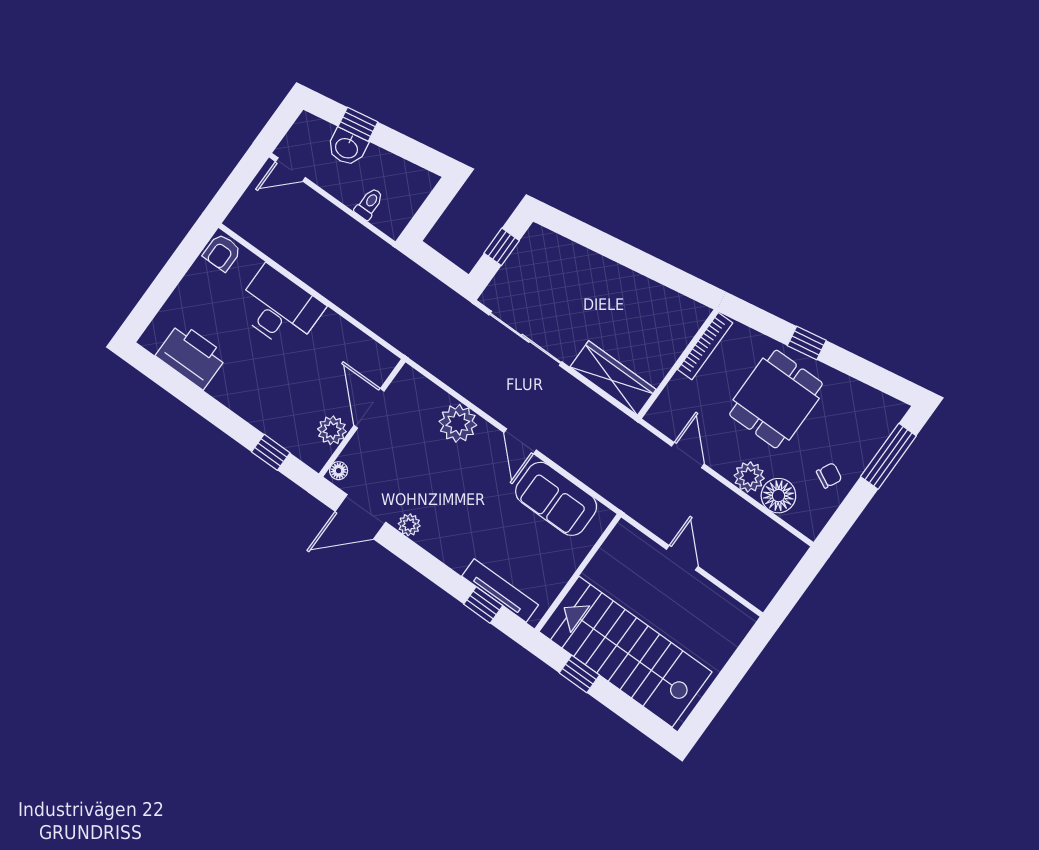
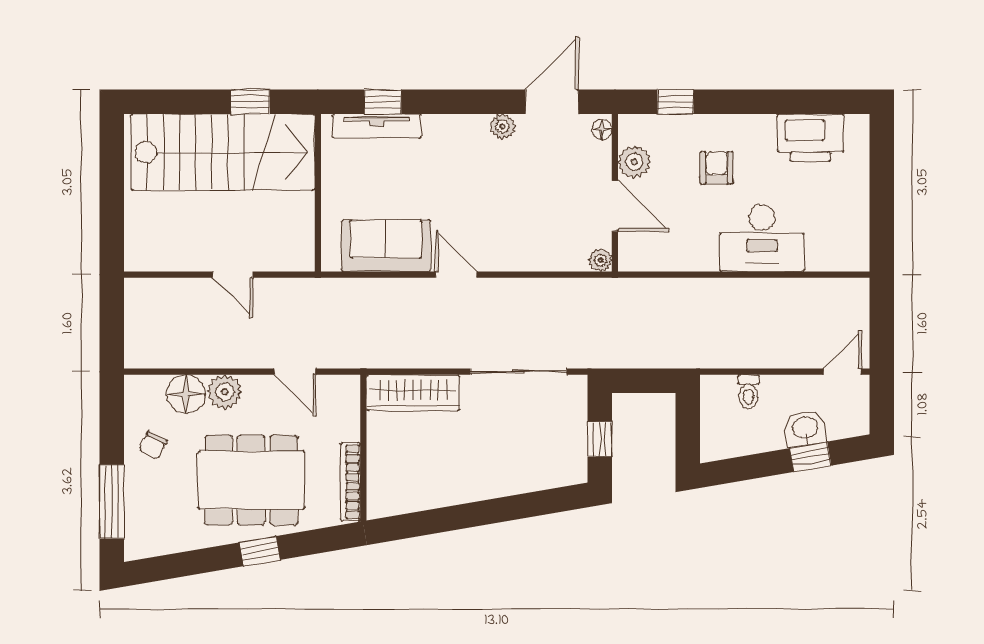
armchair: (222, 253) -> (717, 168), moved
dining table: (776, 399) -> (251, 480), width x1.37
plant: (458, 423) -> (601, 260), moved, width x0.53, depth x0.53

